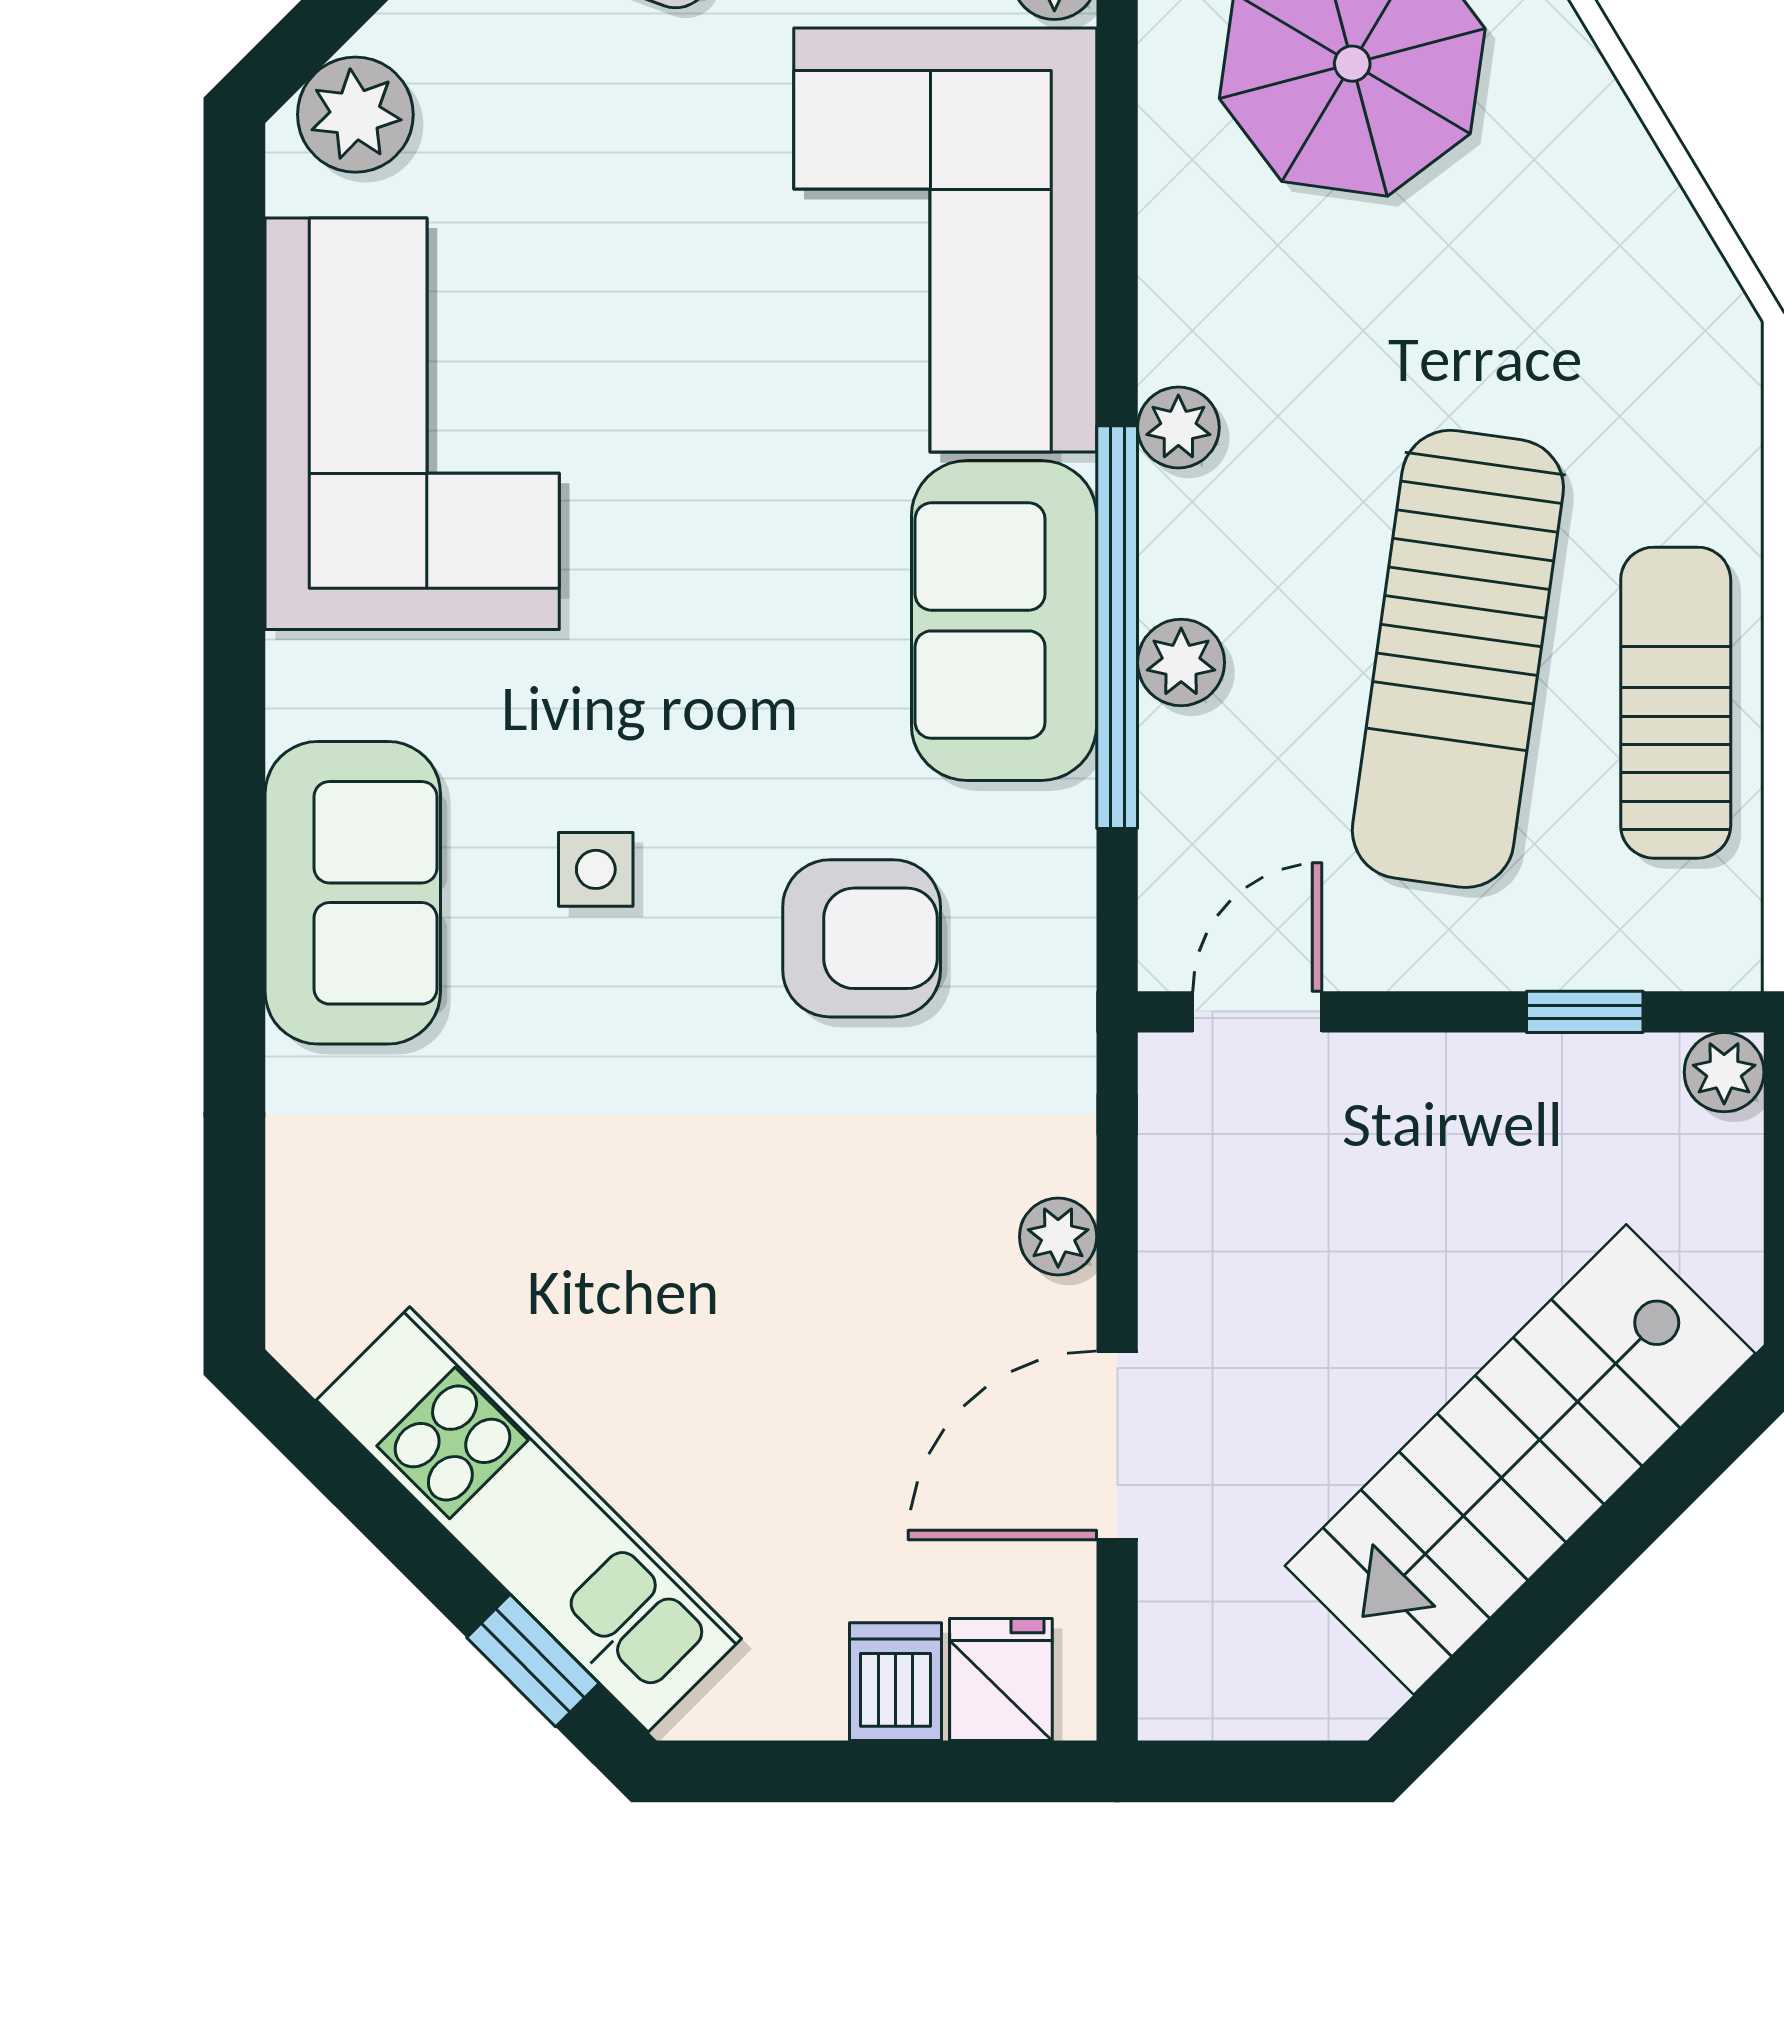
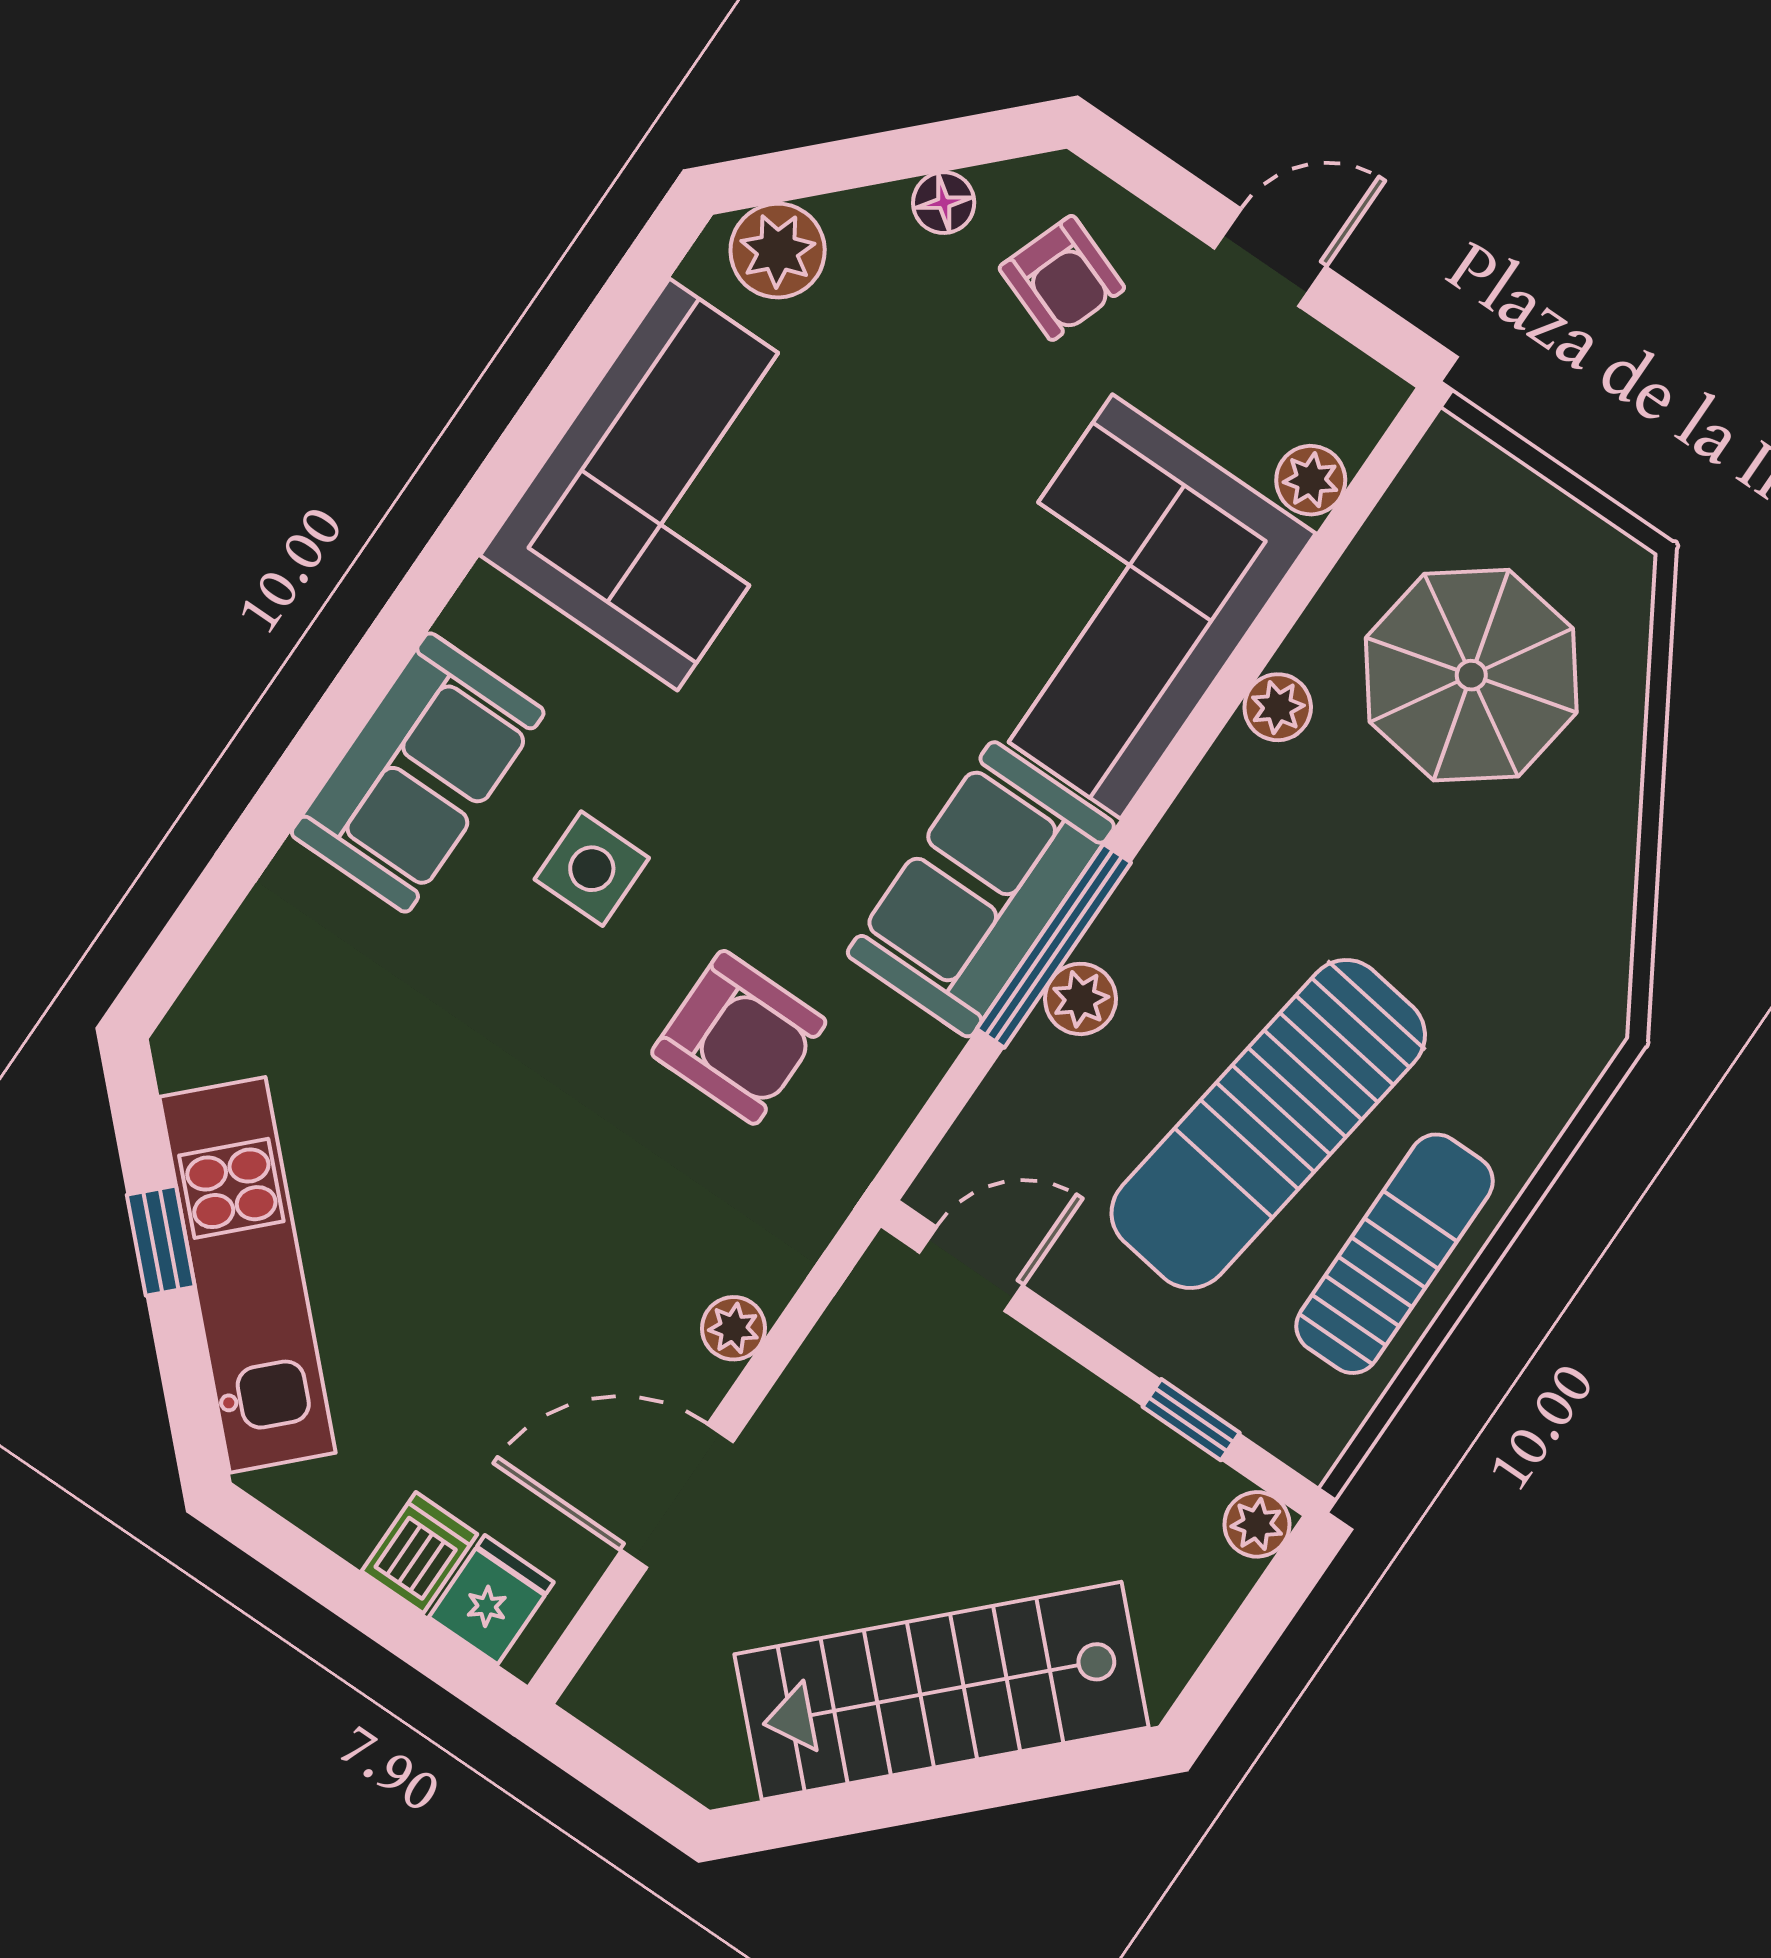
plant: (1178, 427) -> (1278, 707), moved
window: (1117, 627) -> (1054, 946), width x0.68
side table: (596, 869) -> (592, 869), width x1.37, depth x1.37
window: (533, 1660) -> (161, 1241), moved

